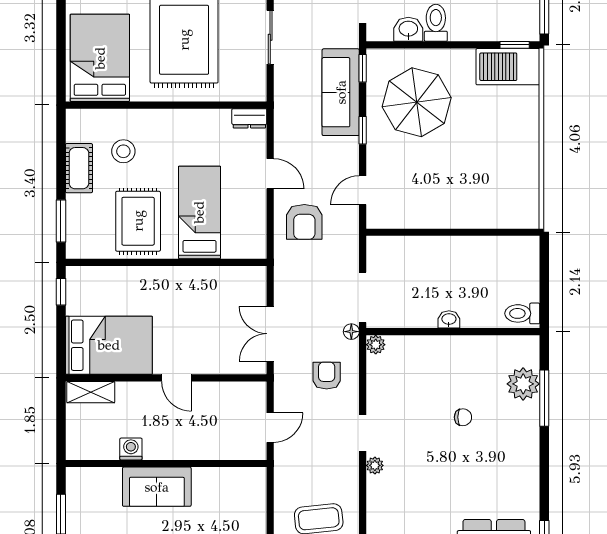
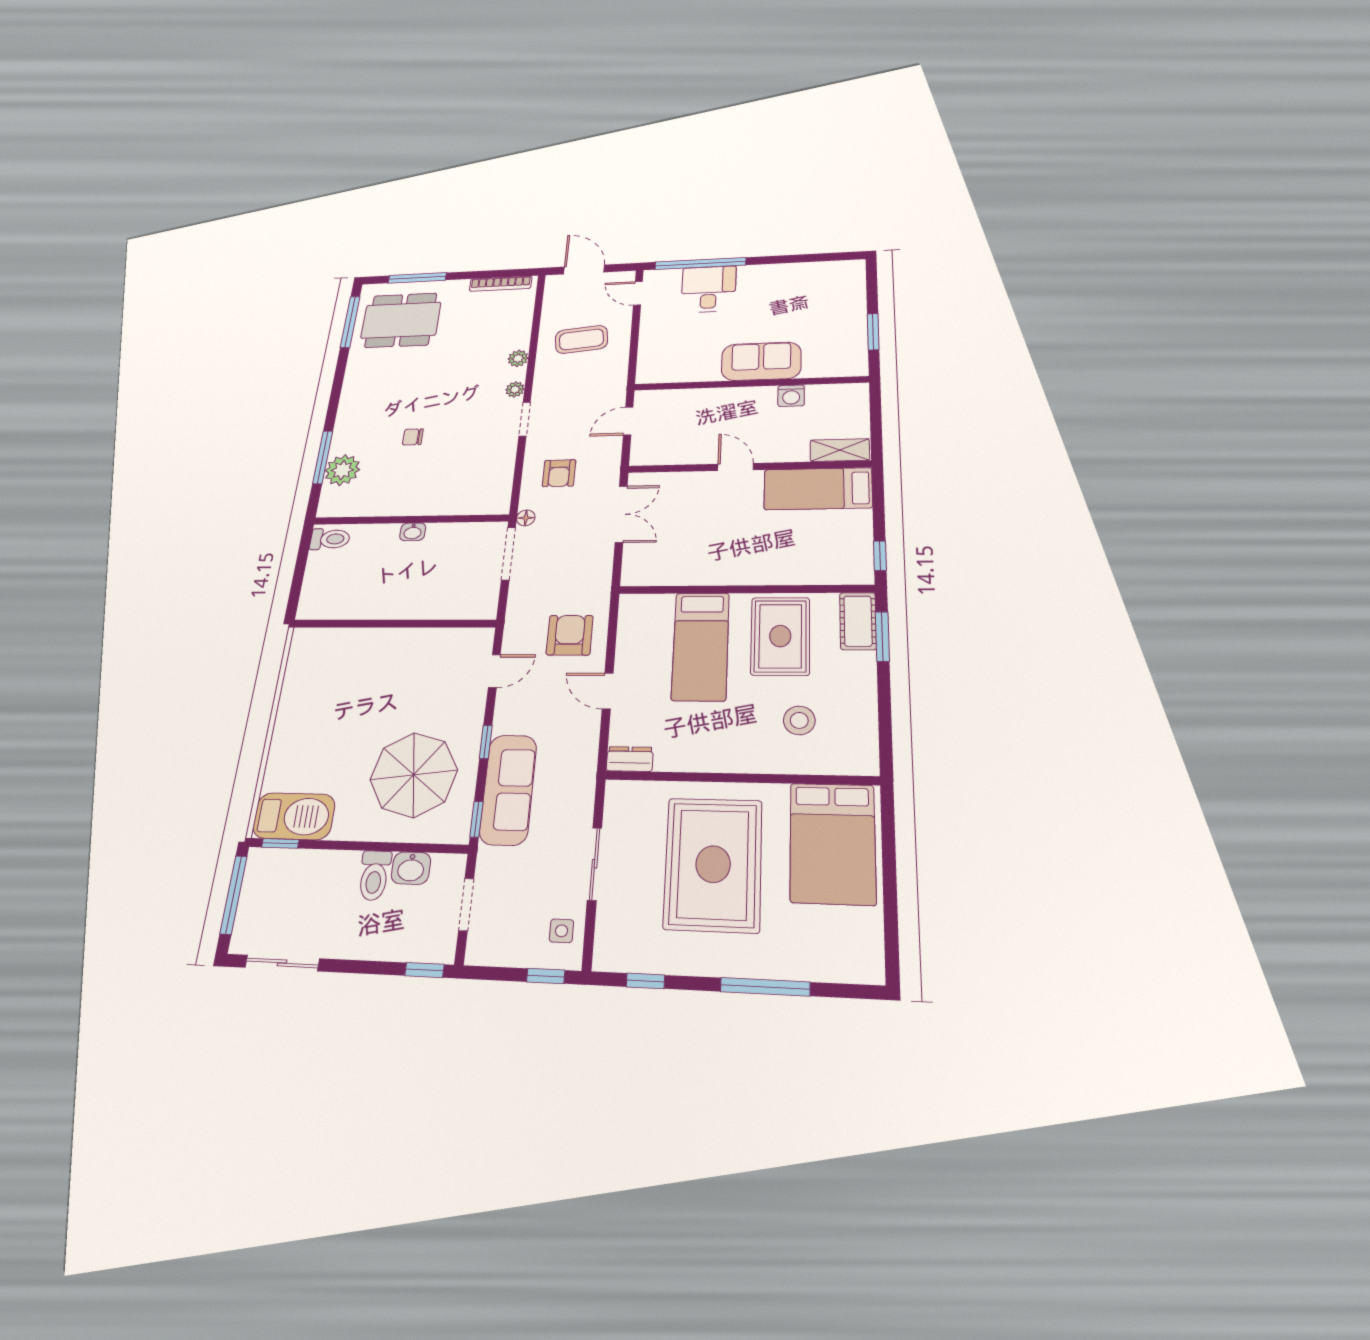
cot: (79, 168) -> (858, 621), moved
bed: (109, 345) -> (818, 489), width x0.67
plant: (376, 345) -> (518, 358), moved

